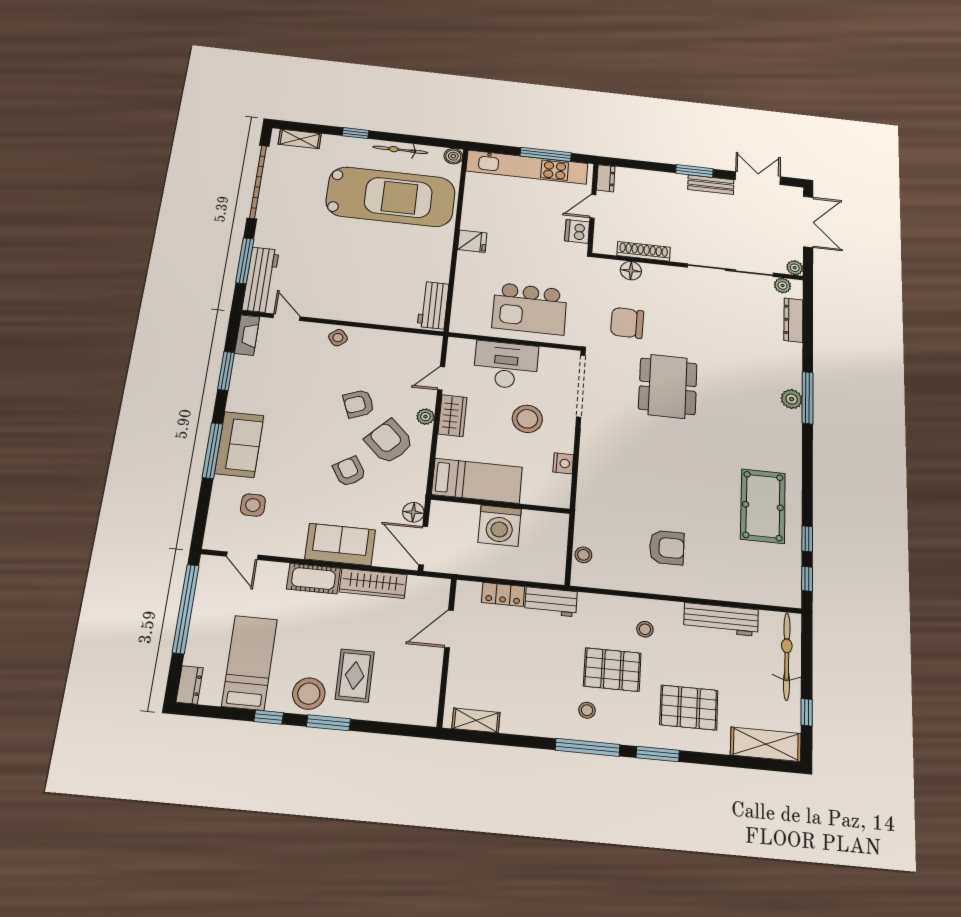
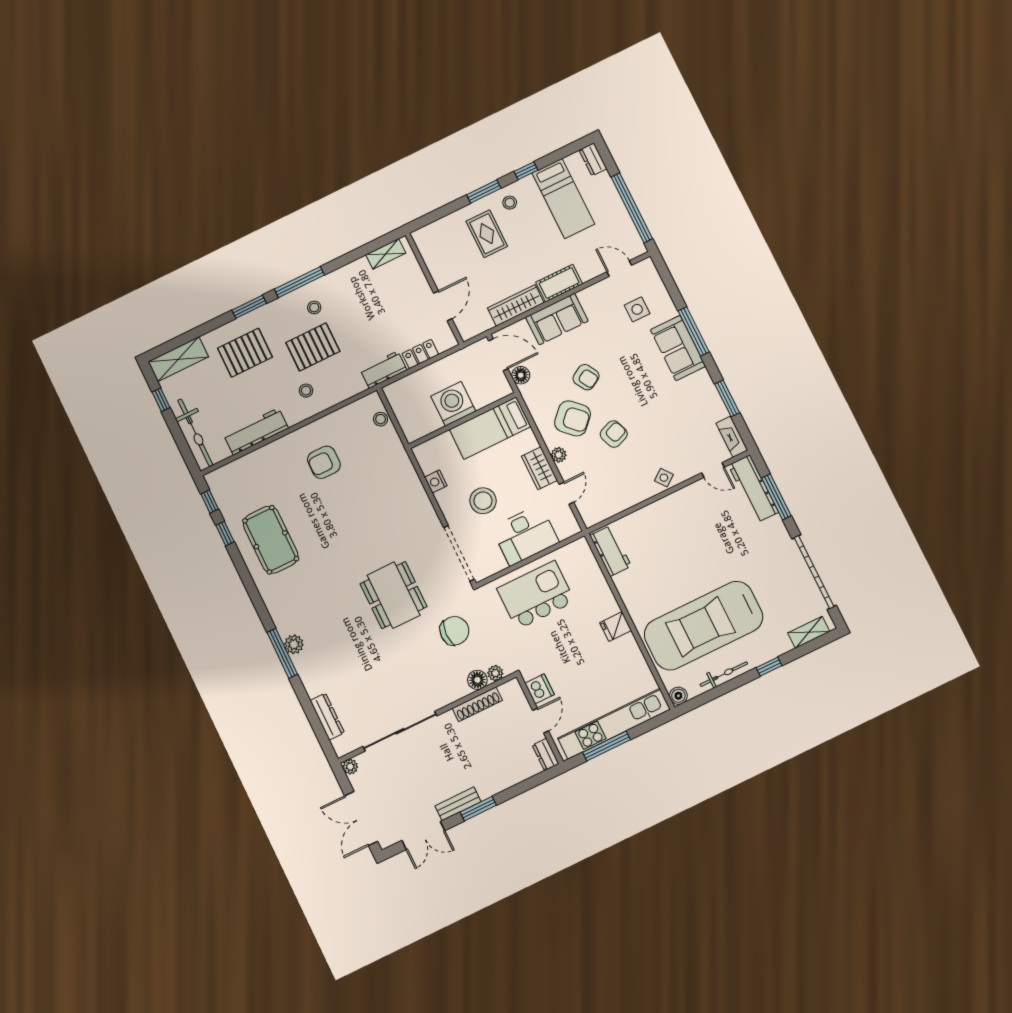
plant: (783, 285) -> (495, 673), moved
stool: (309, 694) -> (510, 203), width x0.53, depth x0.53

